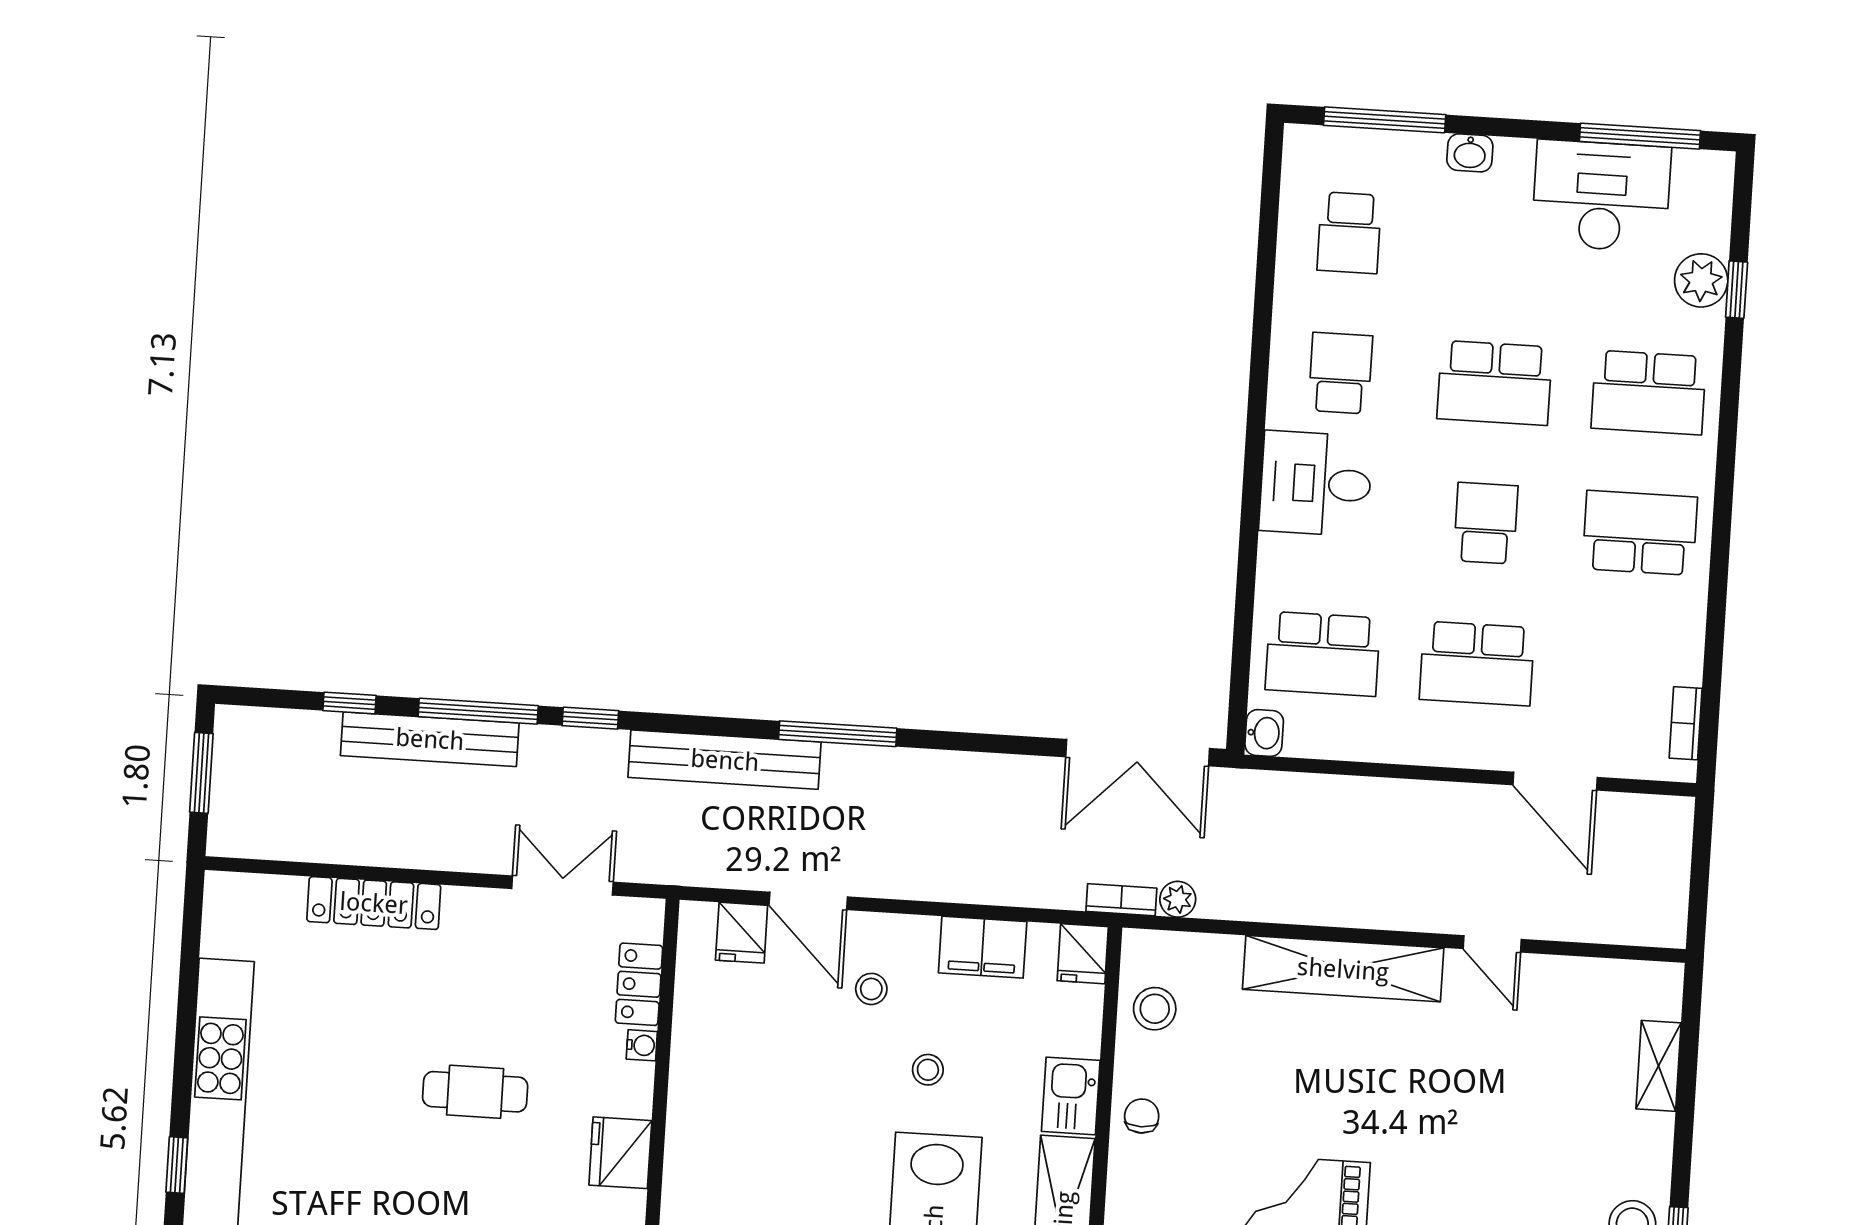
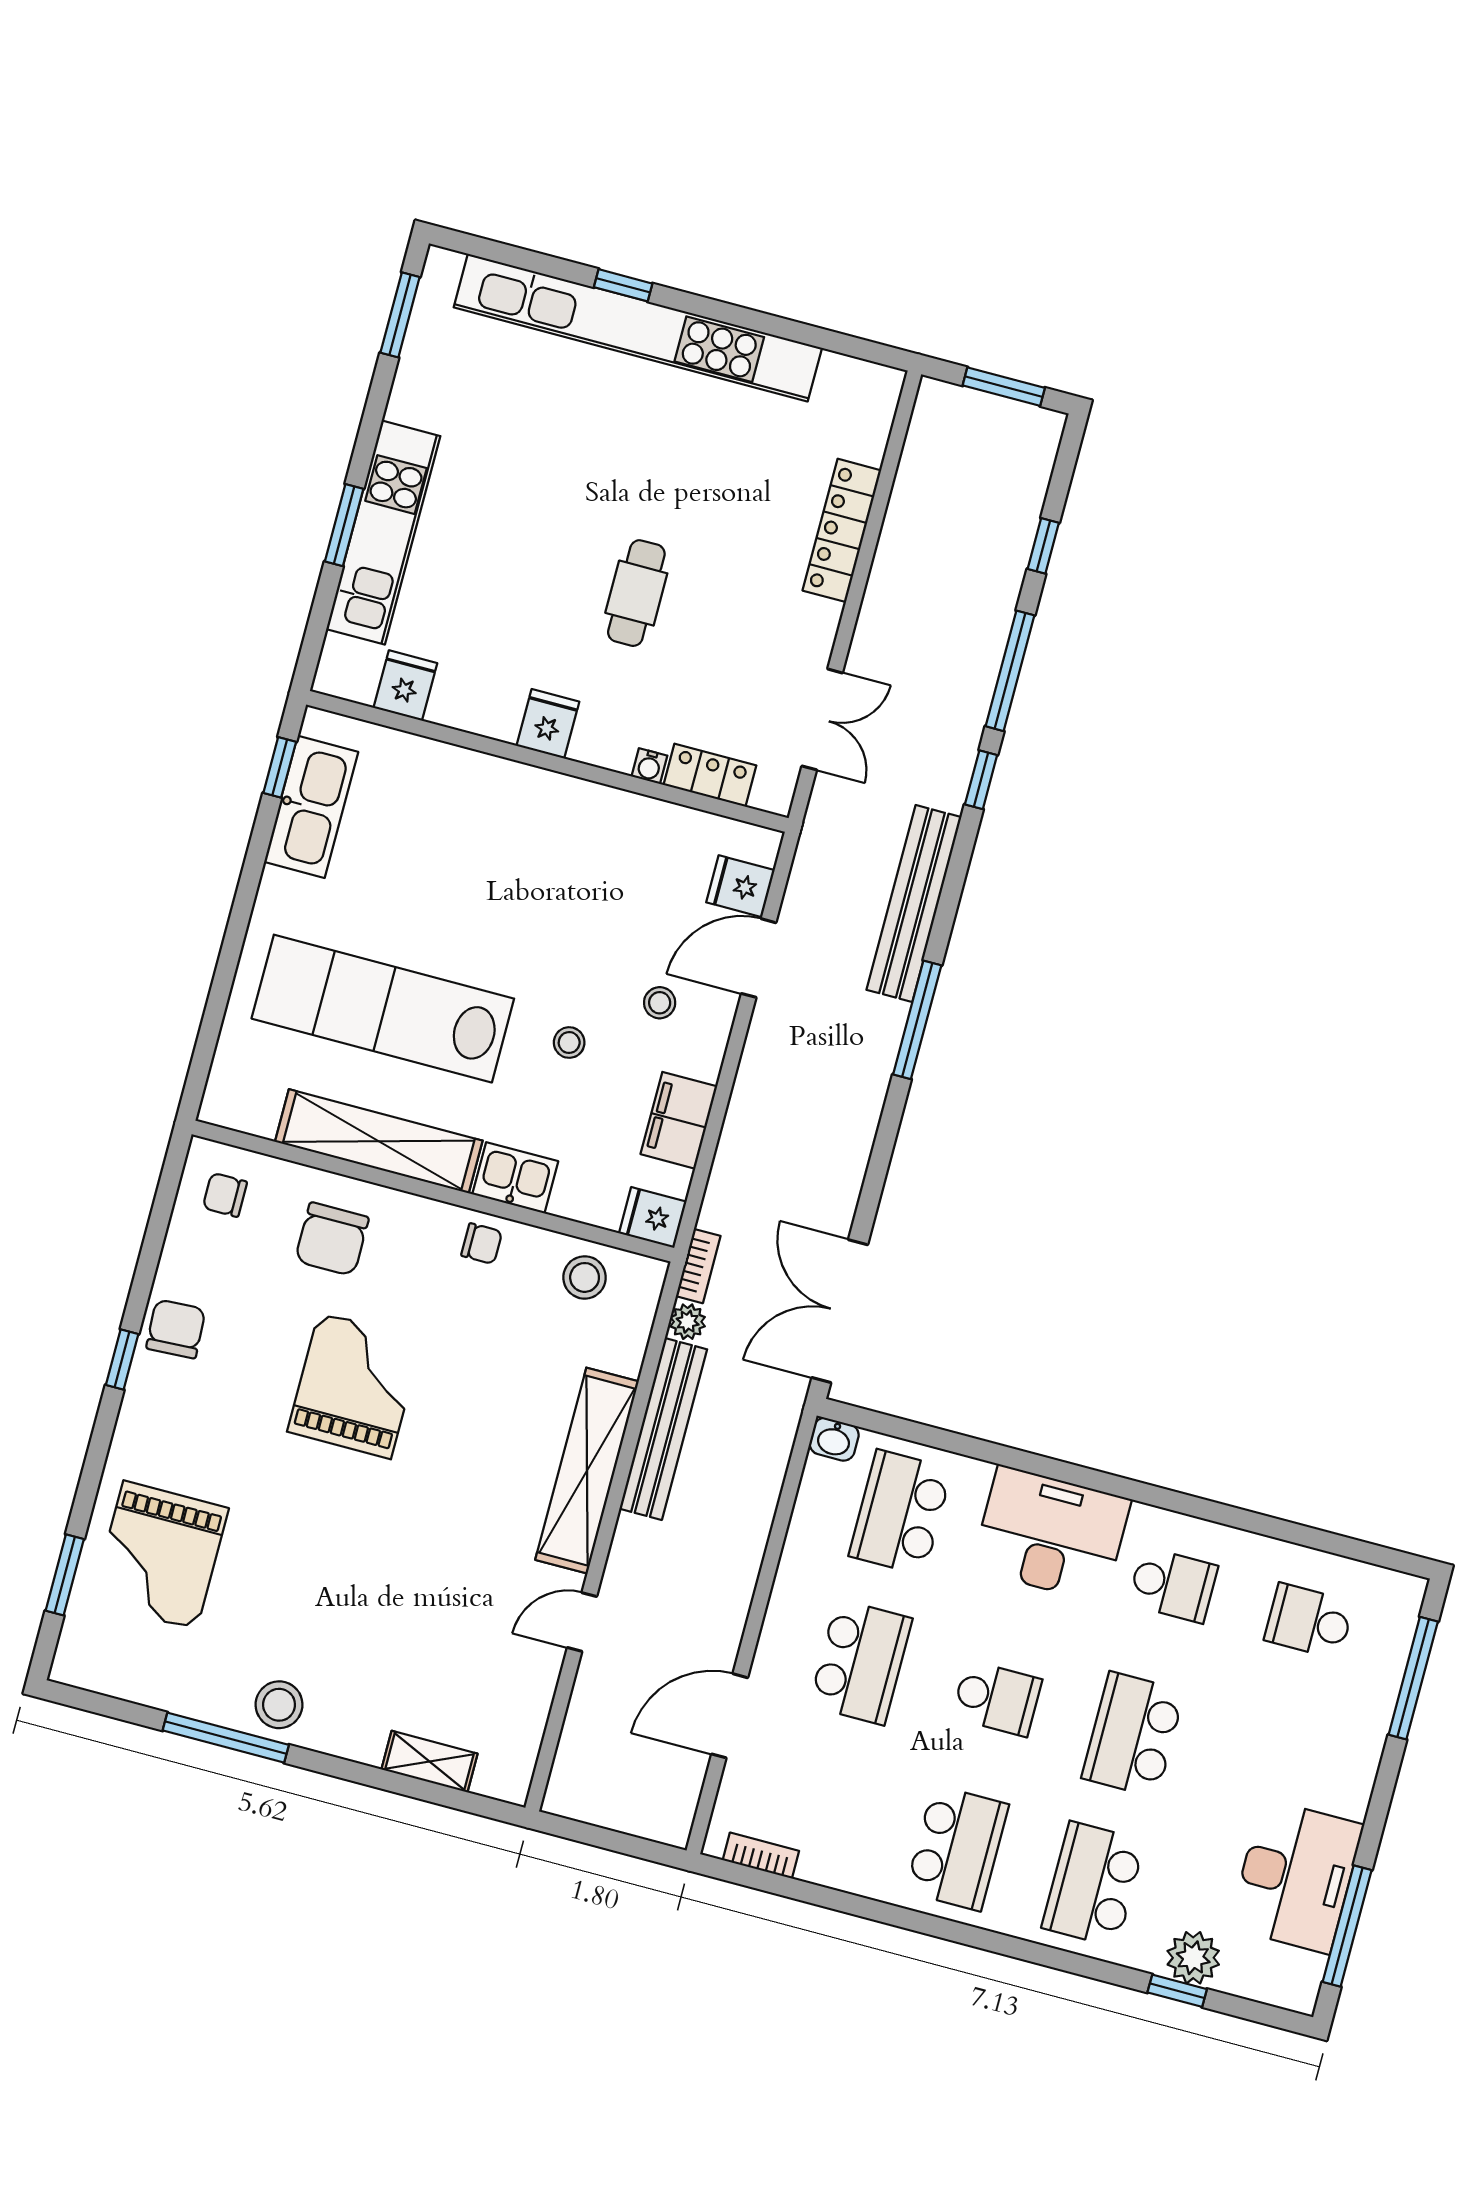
washbasin: (1470, 153) -> (1364, 1755), removed
desk: (1316, 484) -> (1051, 1534), width x1.37
school desk: (1477, 664) -> (861, 1662), turned 180
bench: (430, 739) -> (663, 1429), moved
fridge: (620, 1153) -> (548, 724), width x0.72

